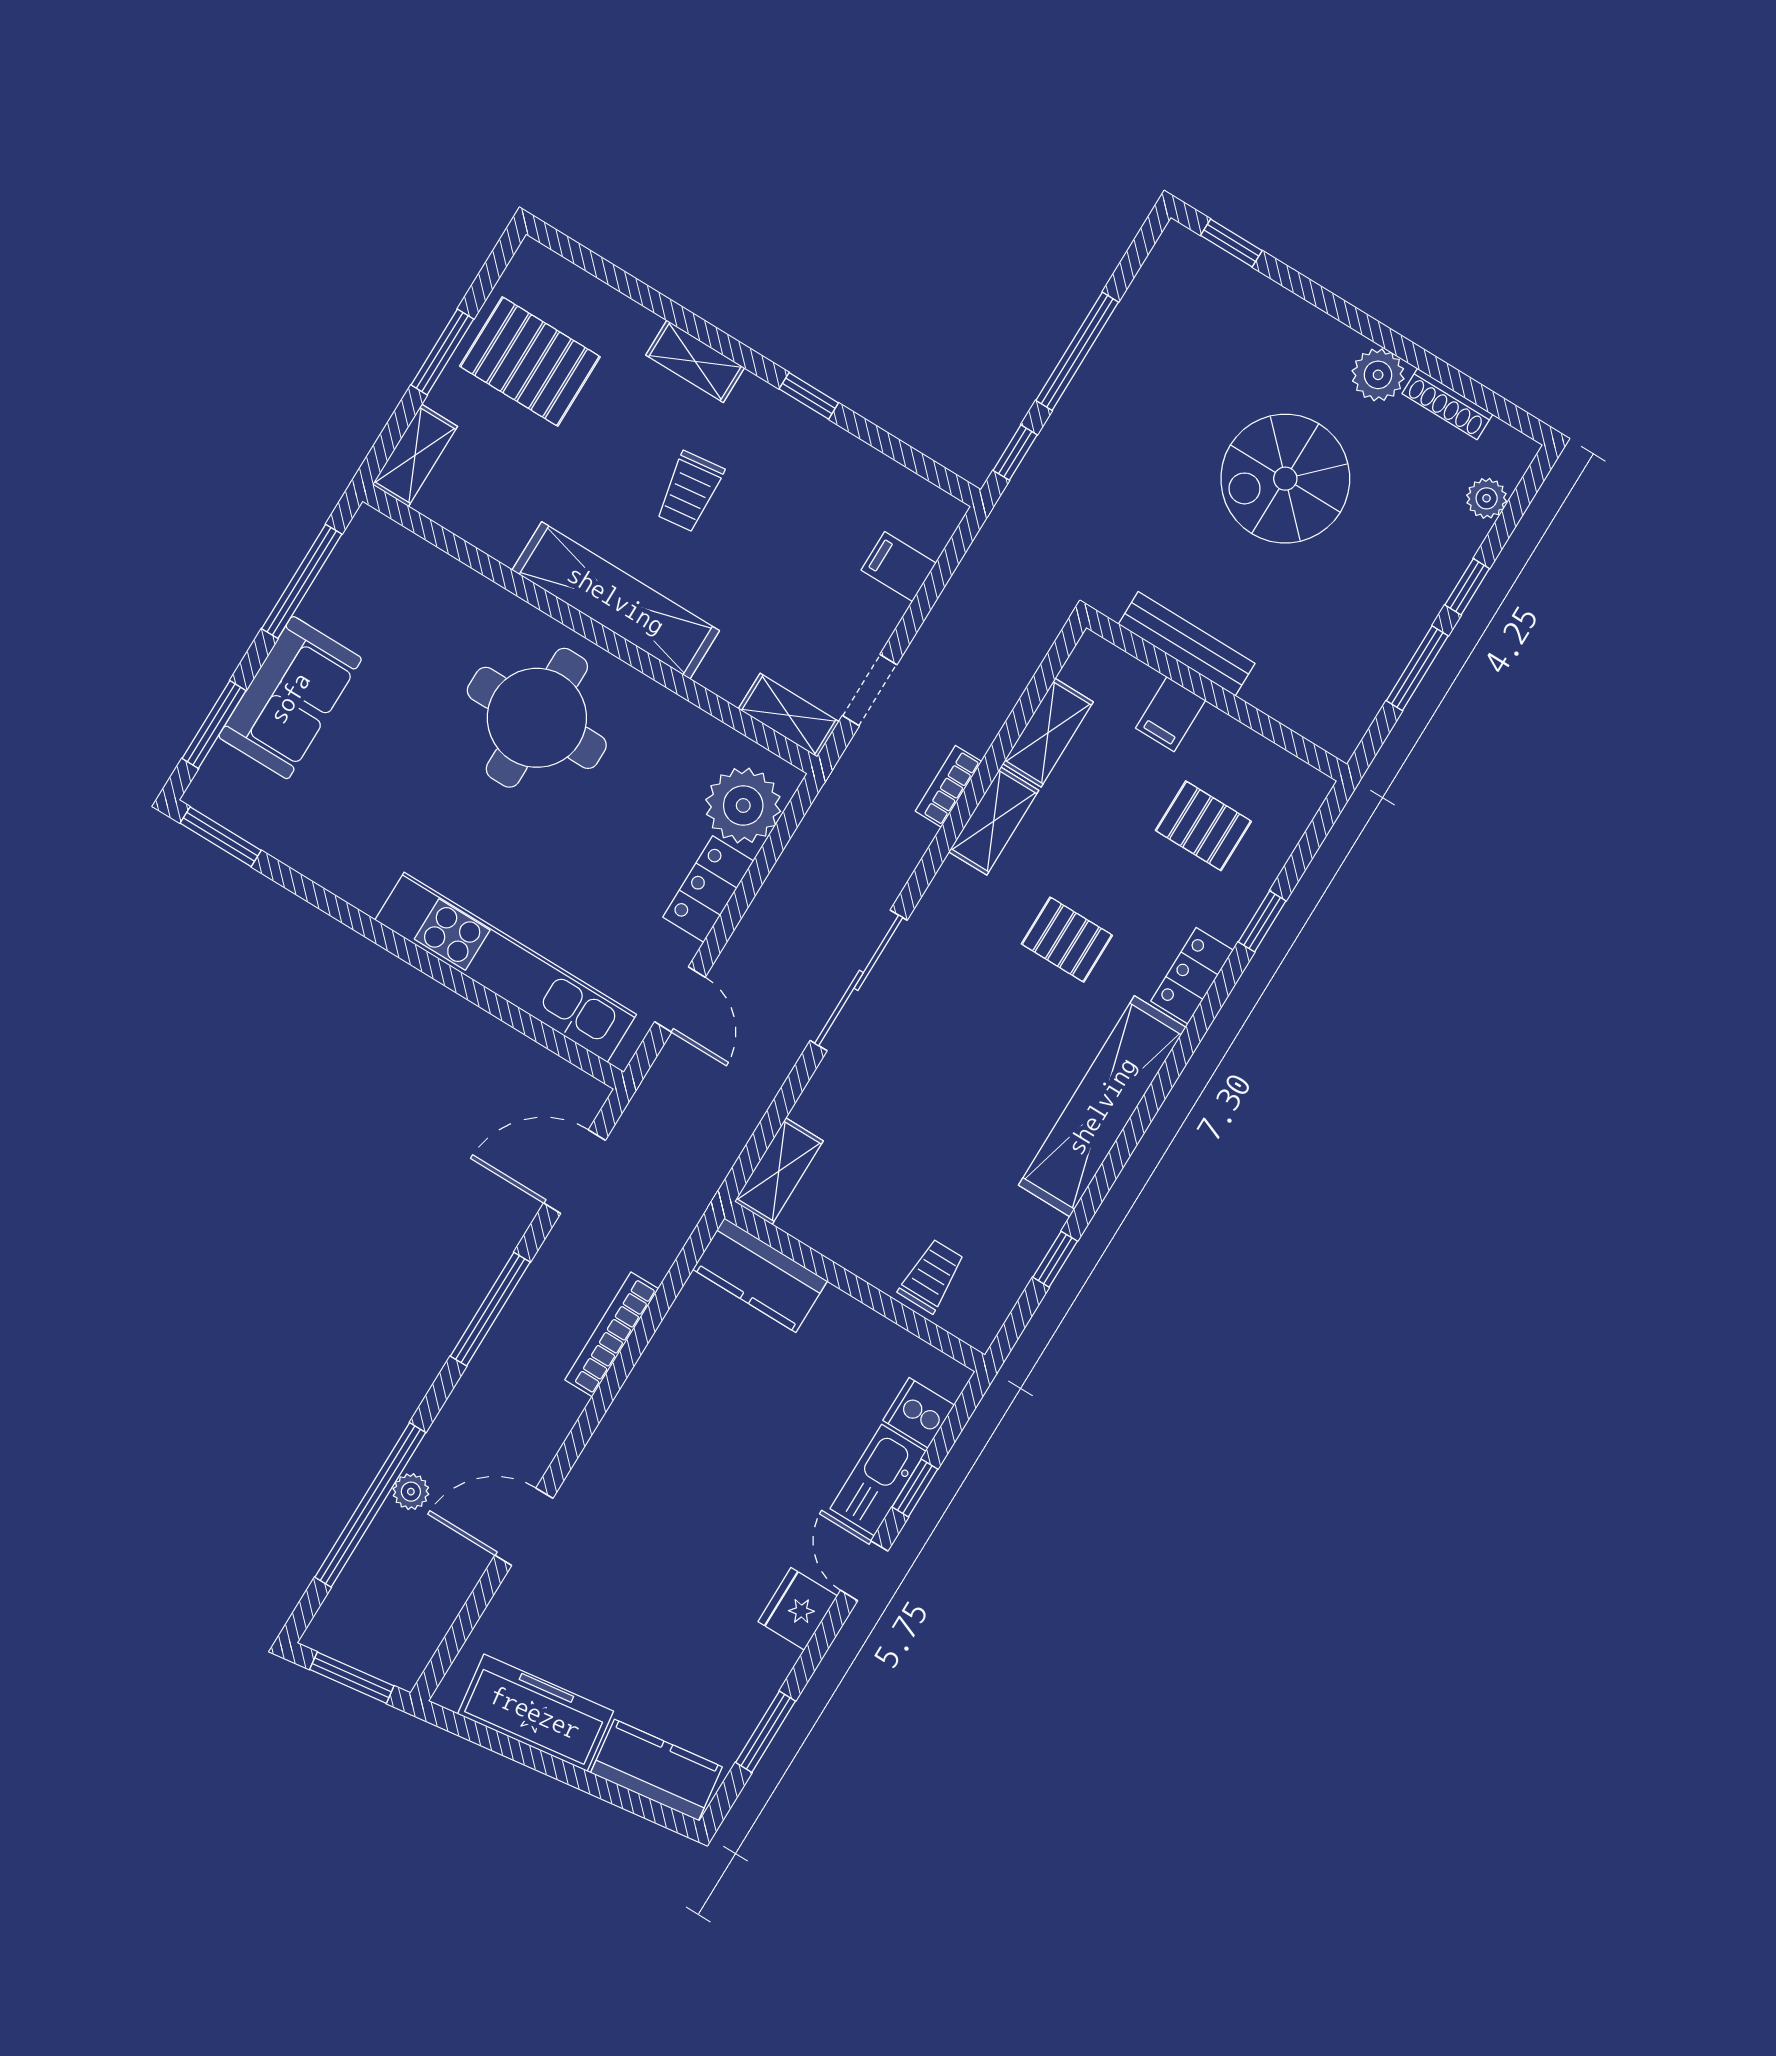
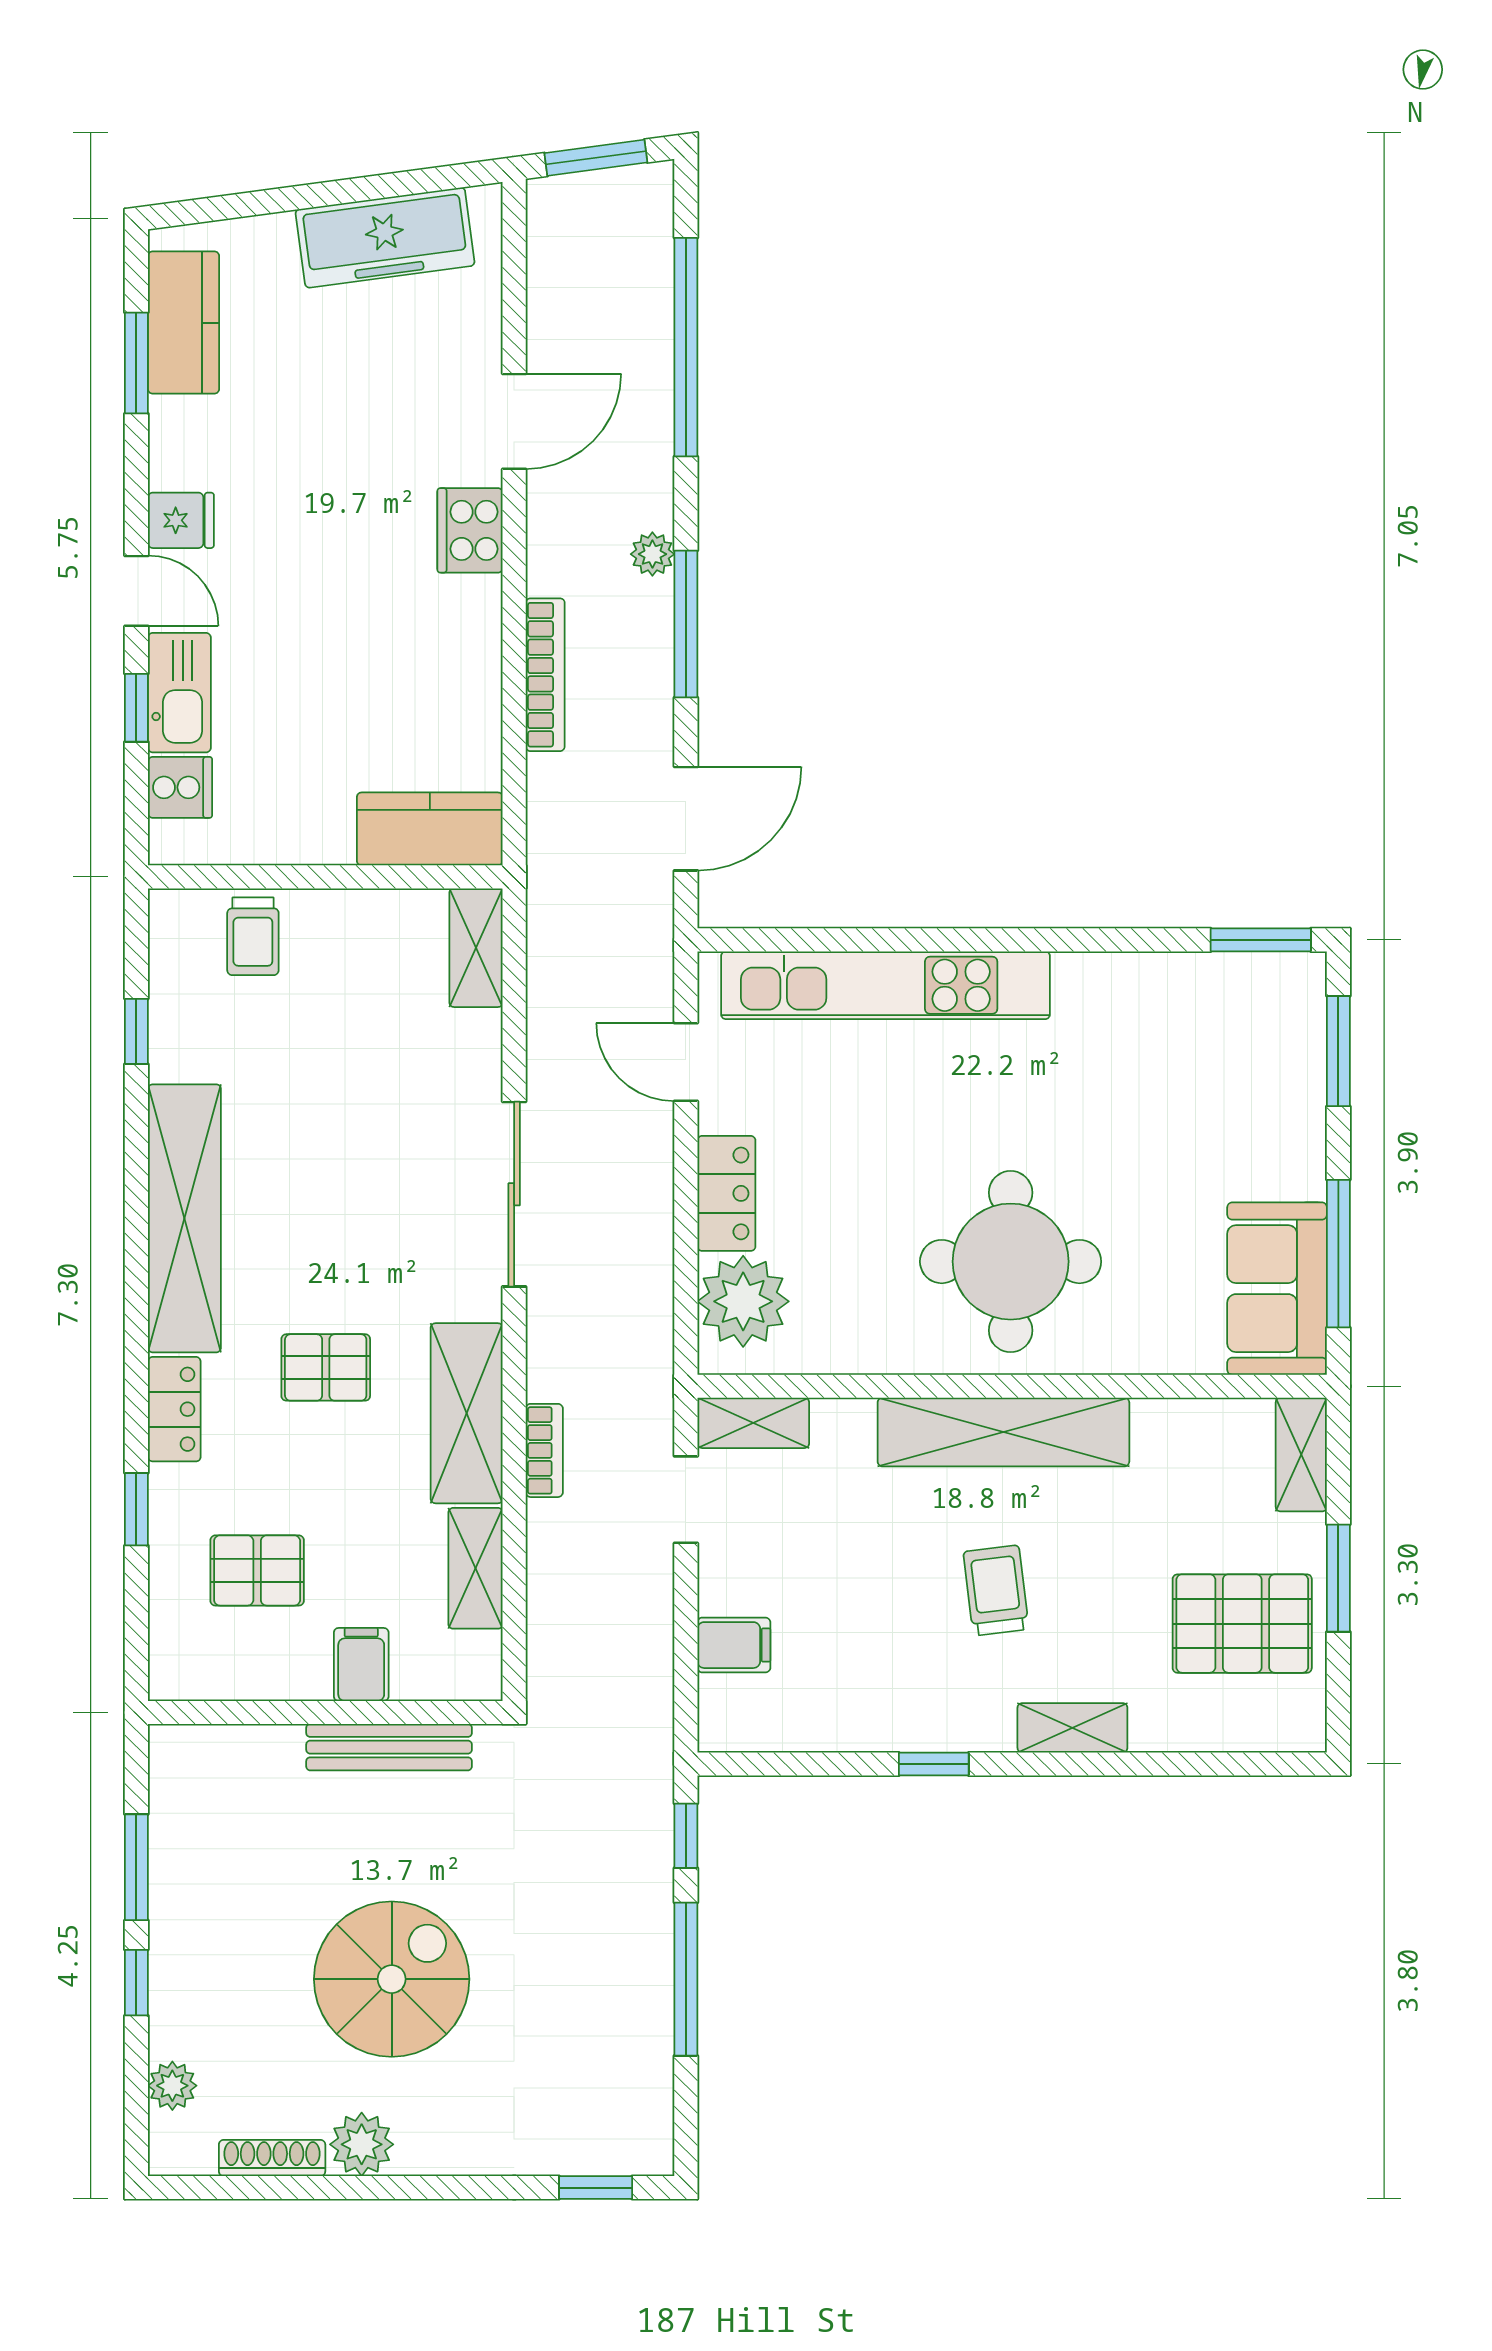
sofa: (290, 698) -> (1277, 1289), moved
shelving: (994, 821) -> (467, 1413), width x1.50, depth x1.33
cooker: (602, 1469) -> (470, 530), added
plant: (411, 1492) -> (652, 554), moved
fridge: (798, 1609) -> (181, 520), width x0.72
kitchen counter: (656, 1770) -> (183, 323), moved, turned -82

